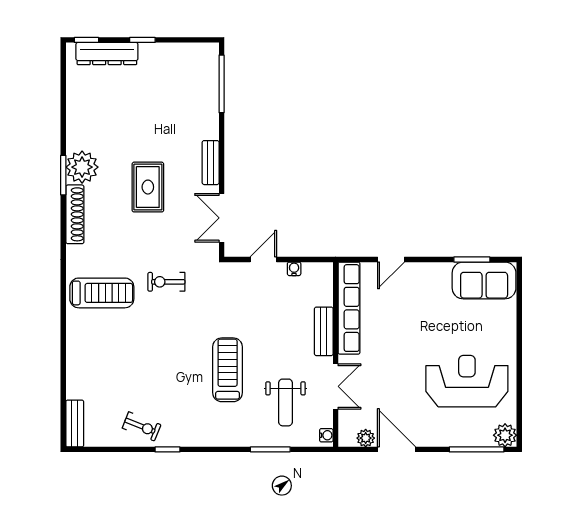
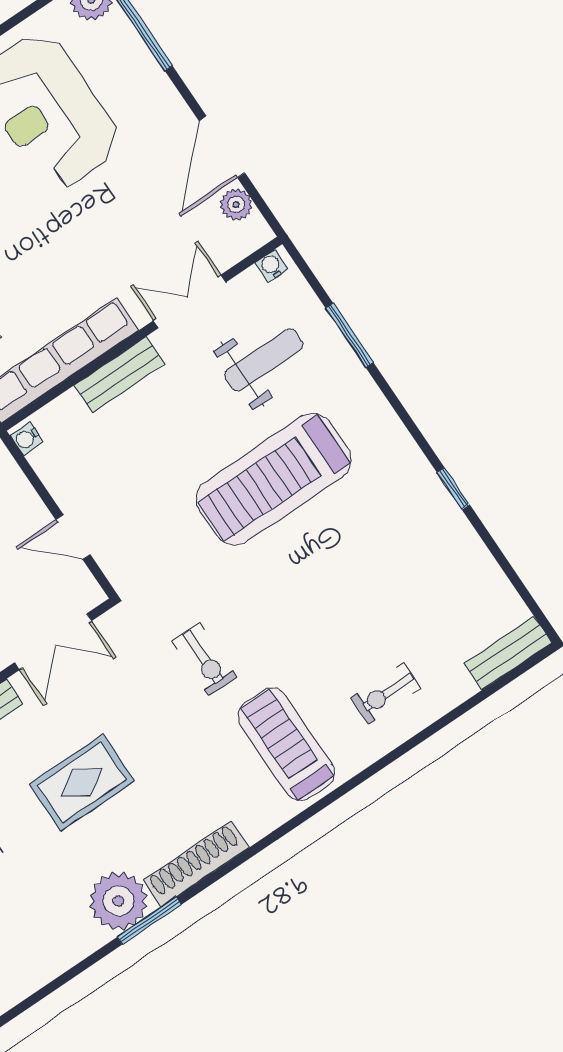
water cooler: (294, 269) -> (26, 439), moved
treadmill: (228, 370) -> (274, 479), width x1.37, depth x1.38
exercise bike: (142, 426) -> (386, 693), moved, turned -112

